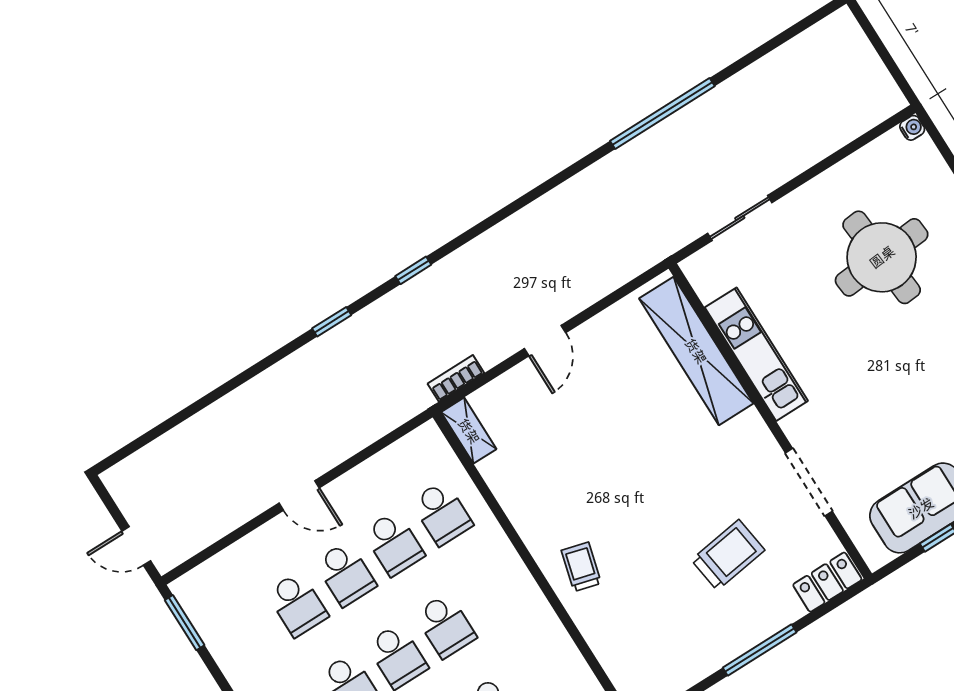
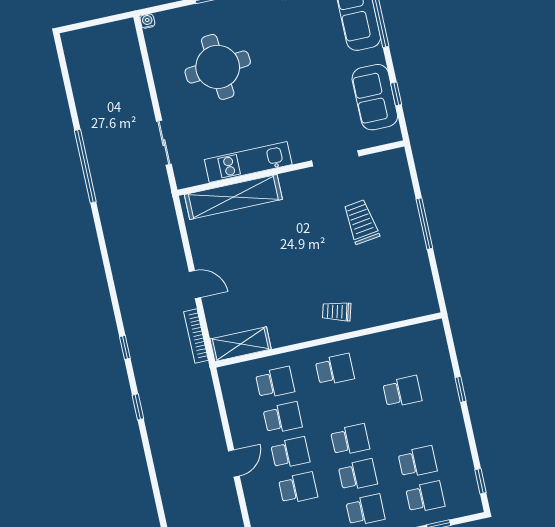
bookcase: (456, 378) -> (196, 336), width x1.56
shelving: (469, 431) -> (241, 344), width x1.50, depth x1.33
locker: (827, 582) -> (399, 169), removed
school desk: (445, 626) -> (335, 370), moved

